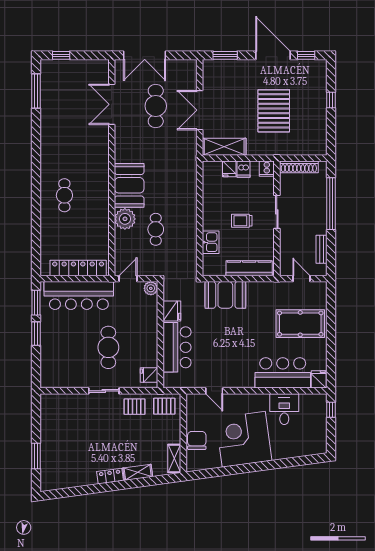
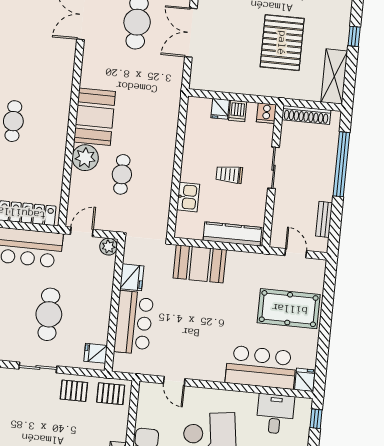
shelving: (224, 147) -> (334, 76), moved, turned 90
desk: (284, 409) -> (275, 414), moved

